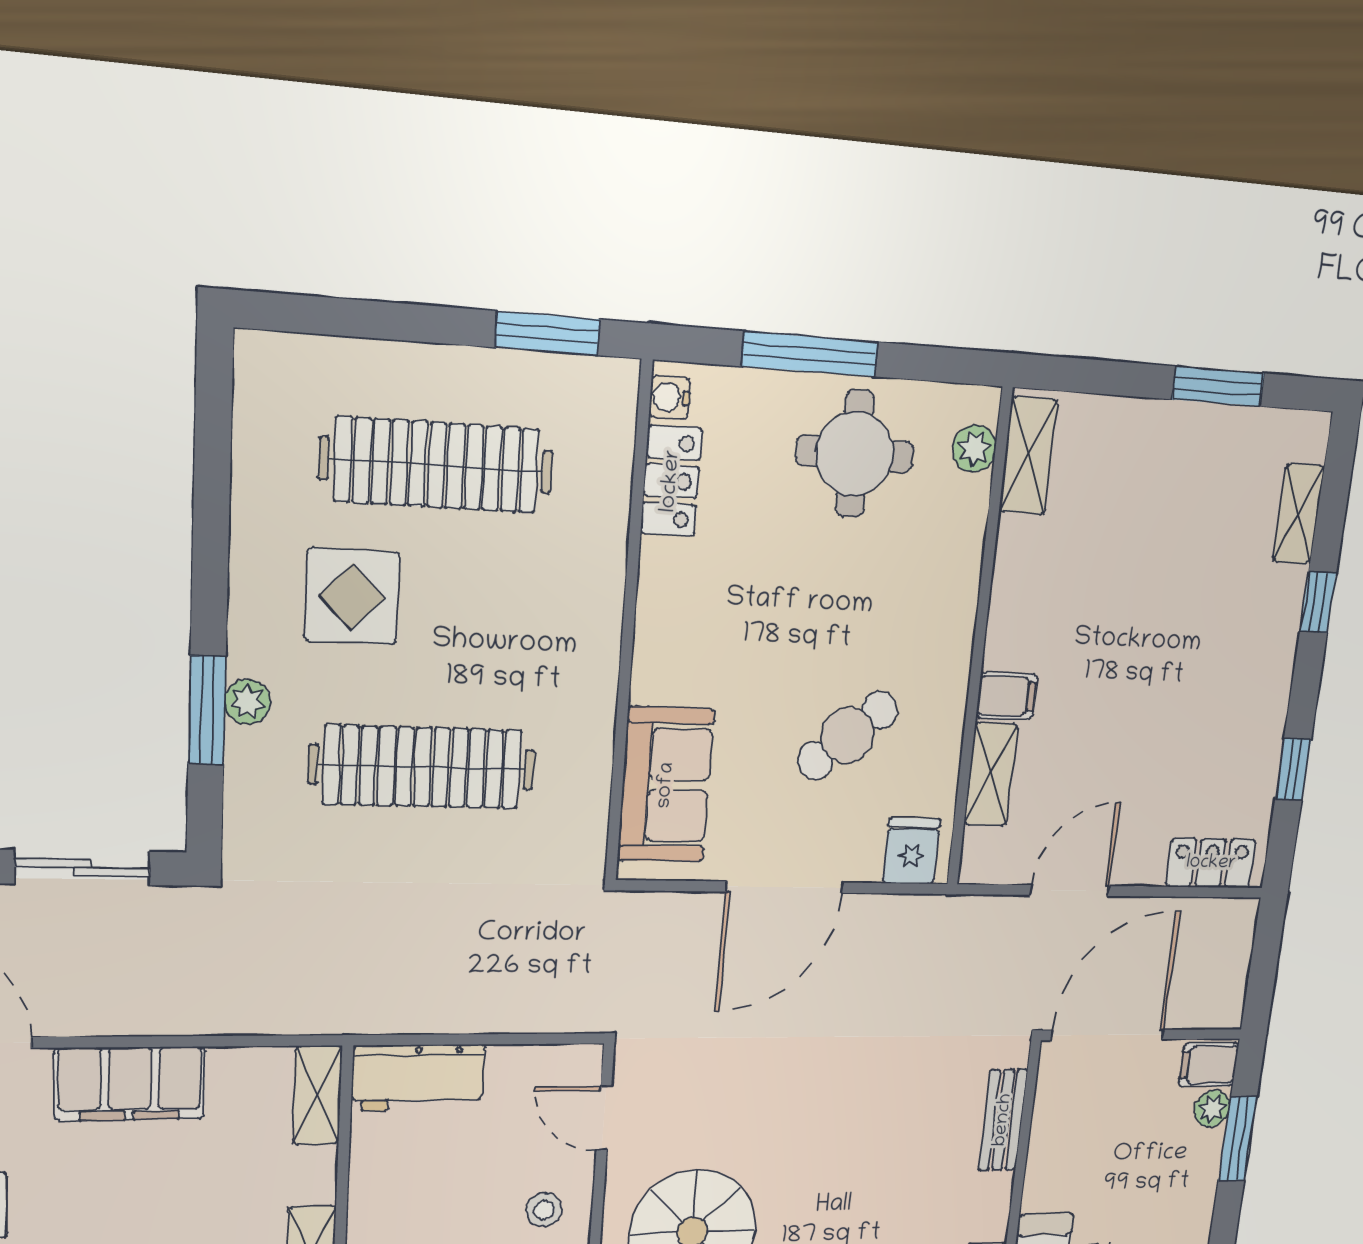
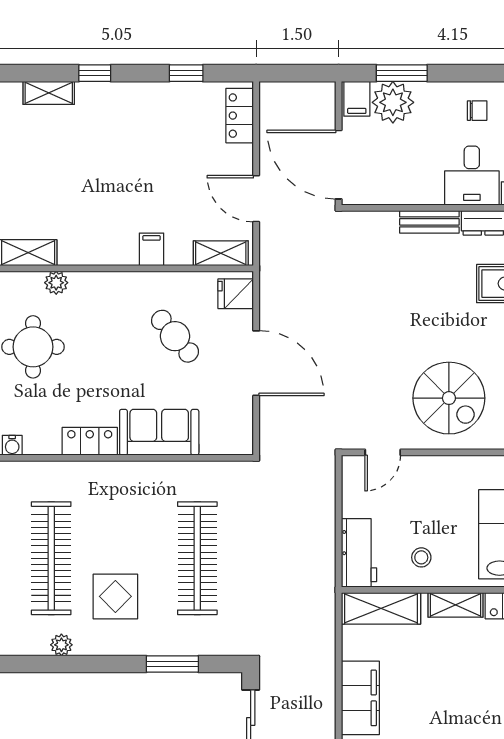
plant: (974, 448) -> (56, 283), moved
locker: (671, 481) -> (90, 441), moved
plant: (248, 702) -> (61, 645), moved
shelving: (991, 774) -> (221, 253), moved
sofa: (666, 785) -> (159, 432), moved
shelving: (317, 1095) -> (381, 608), width x1.50, depth x1.33
plant: (1212, 1109) -> (393, 102), width x1.87, depth x1.87
bench: (1003, 1120) -> (429, 222), moved
stool: (544, 1210) -> (421, 557), moved

